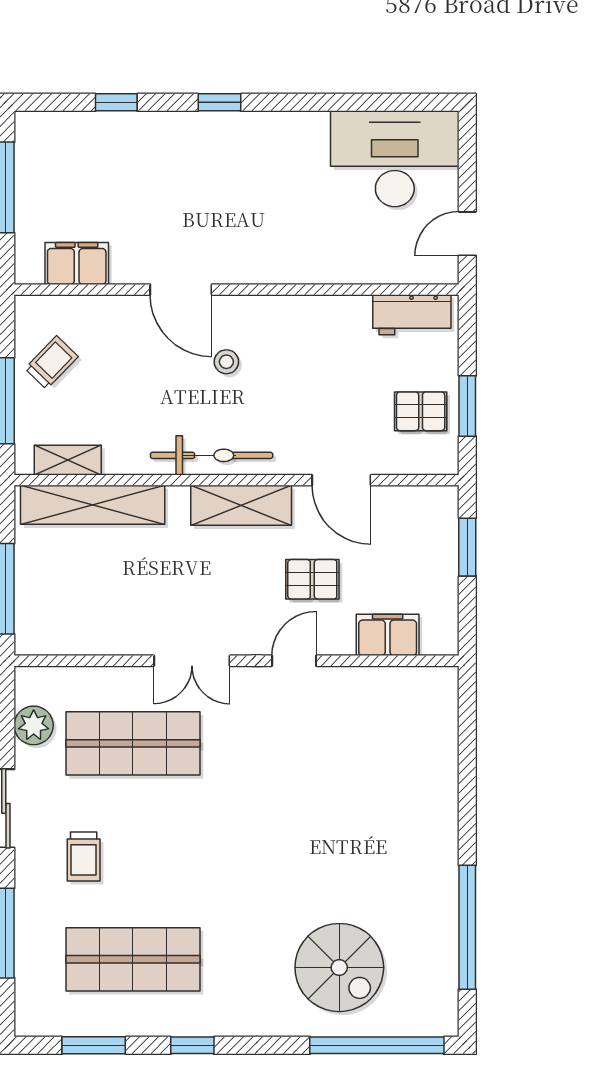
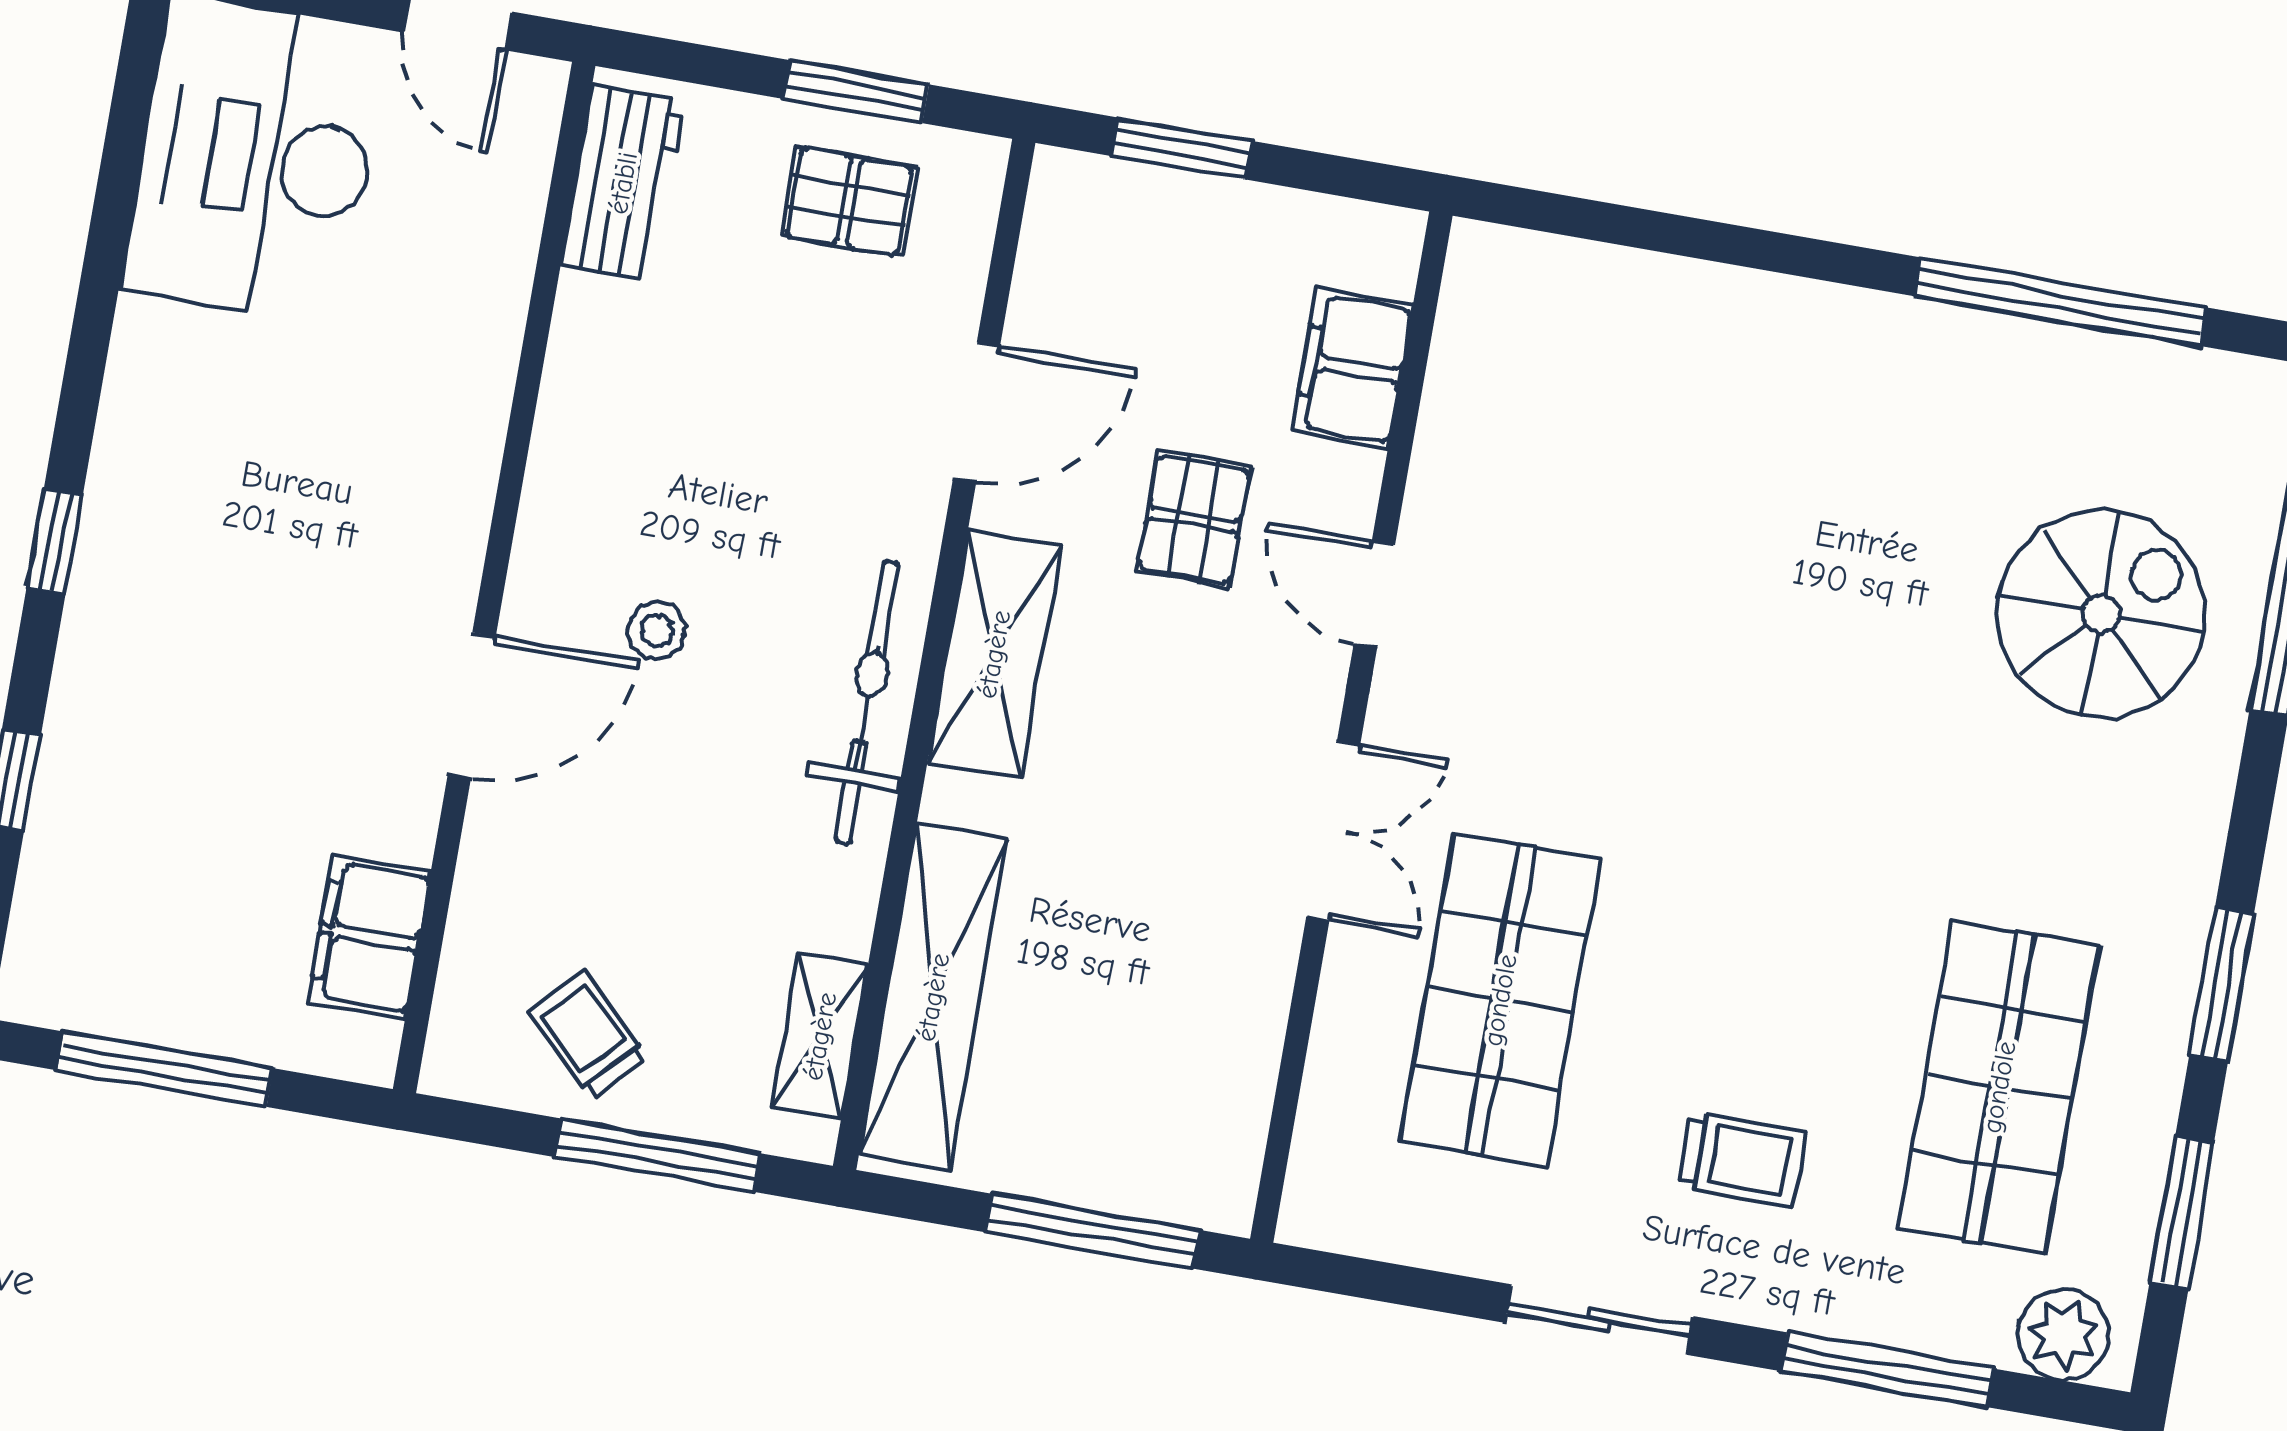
pallet: (421, 411) -> (849, 202), turned 90
plant: (34, 725) -> (2063, 1335), moved
window: (192, 1045) -> (2222, 984), width x1.50

